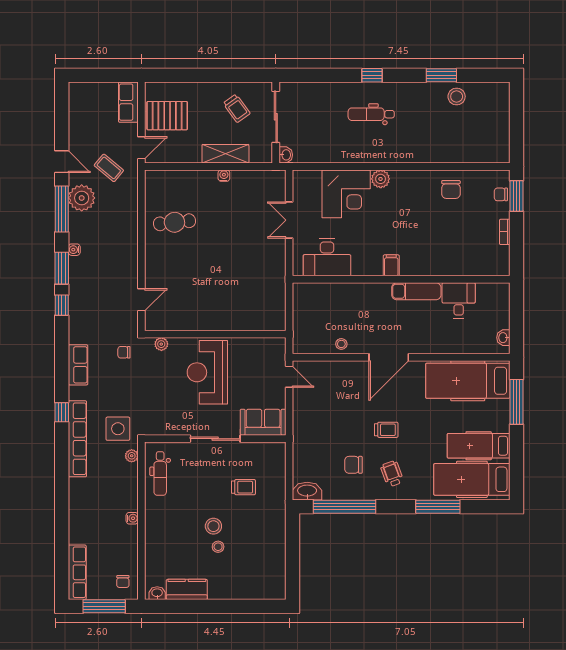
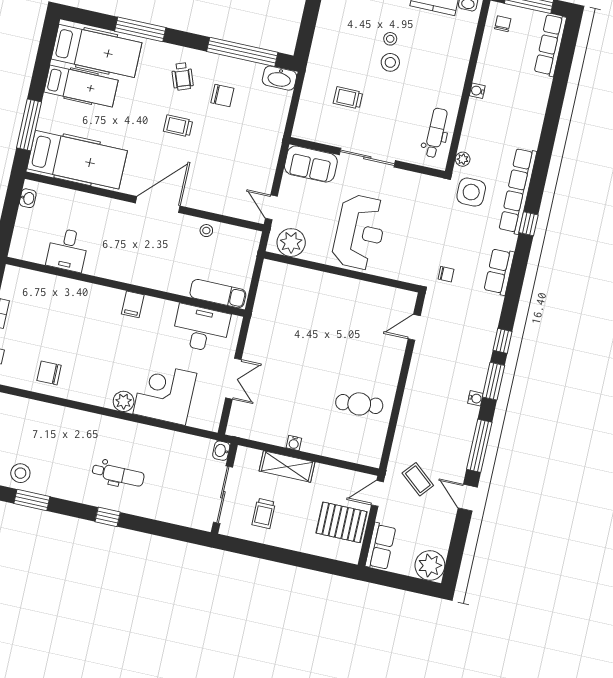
trolley: (237, 108) -> (264, 513), turned -144
chair: (451, 189) -> (49, 373), turned -90
plant: (82, 198) -> (430, 565), moved
exam couch: (416, 291) -> (218, 294), moved
plant: (161, 344) -> (291, 243), moved, width x1.88, depth x1.88

